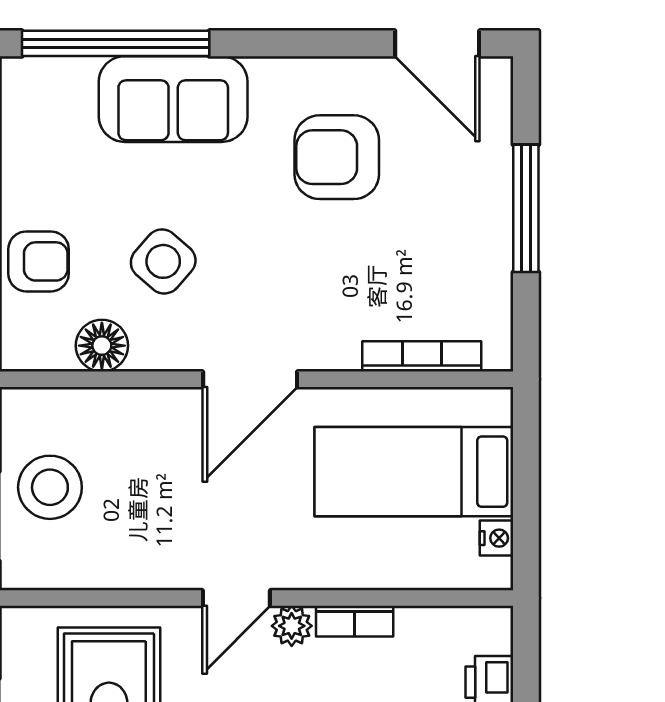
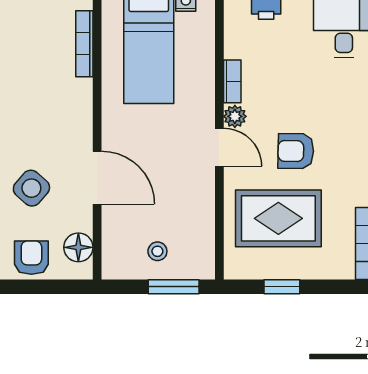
floor lamp: (102, 346) -> (78, 247), moved
door: (250, 379) -> (97, 178), moved
stool: (50, 487) -> (157, 251), width x0.53, depth x0.53

